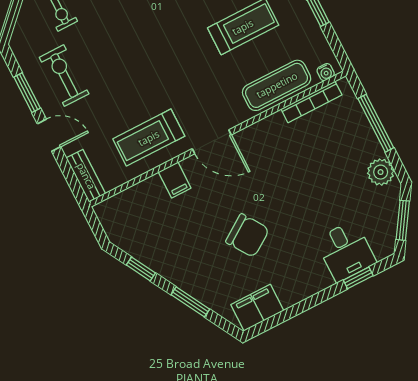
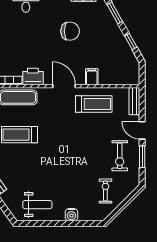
printer: (270, 132) -> (33, 76), added
chair: (247, 236) -> (70, 31), turned 124

